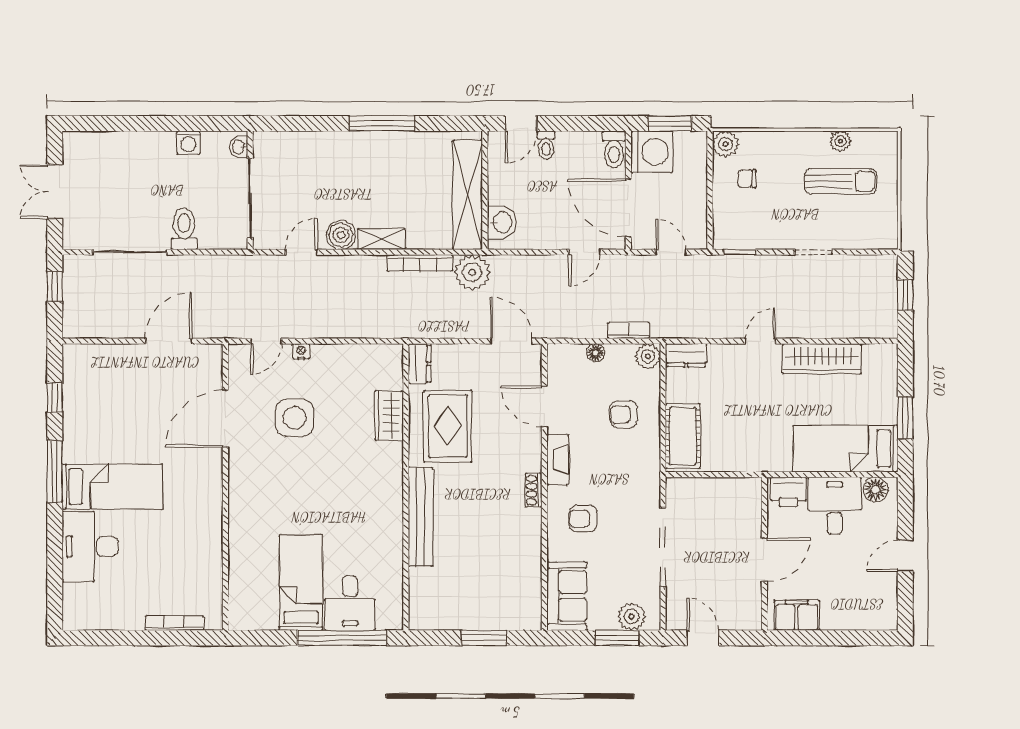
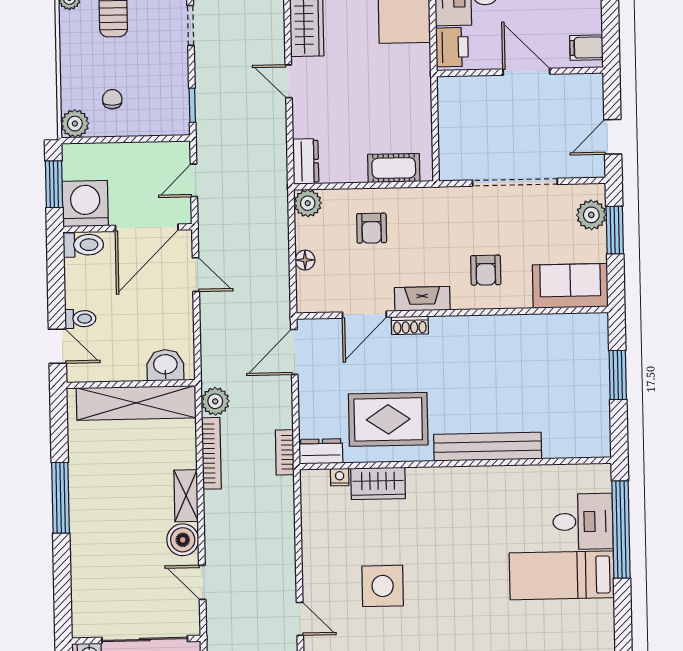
chair: (747, 179) -> (112, 99), turned 180
plant: (472, 272) -> (215, 401), width x0.73, depth x0.73
bookcase: (629, 330) -> (285, 452), moved
nightstand: (301, 352) -> (340, 477), moved, turned 90
cot: (683, 436) -> (394, 168), width x0.73, depth x0.75
shoe rack: (534, 490) -> (410, 325), moved
filing cabinet: (797, 615) -> (586, 48), width x0.50

